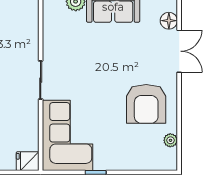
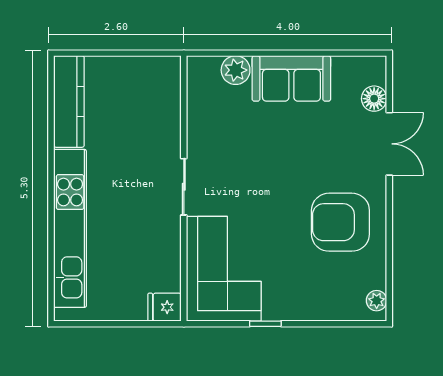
armchair: (146, 104) -> (340, 222), turned 90
plant: (170, 140) -> (377, 301), moved

